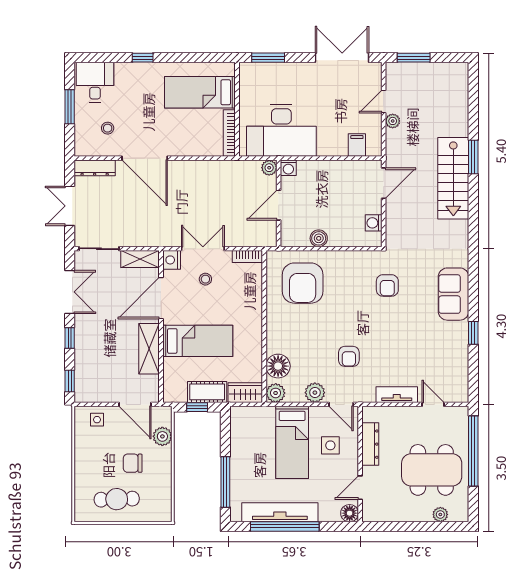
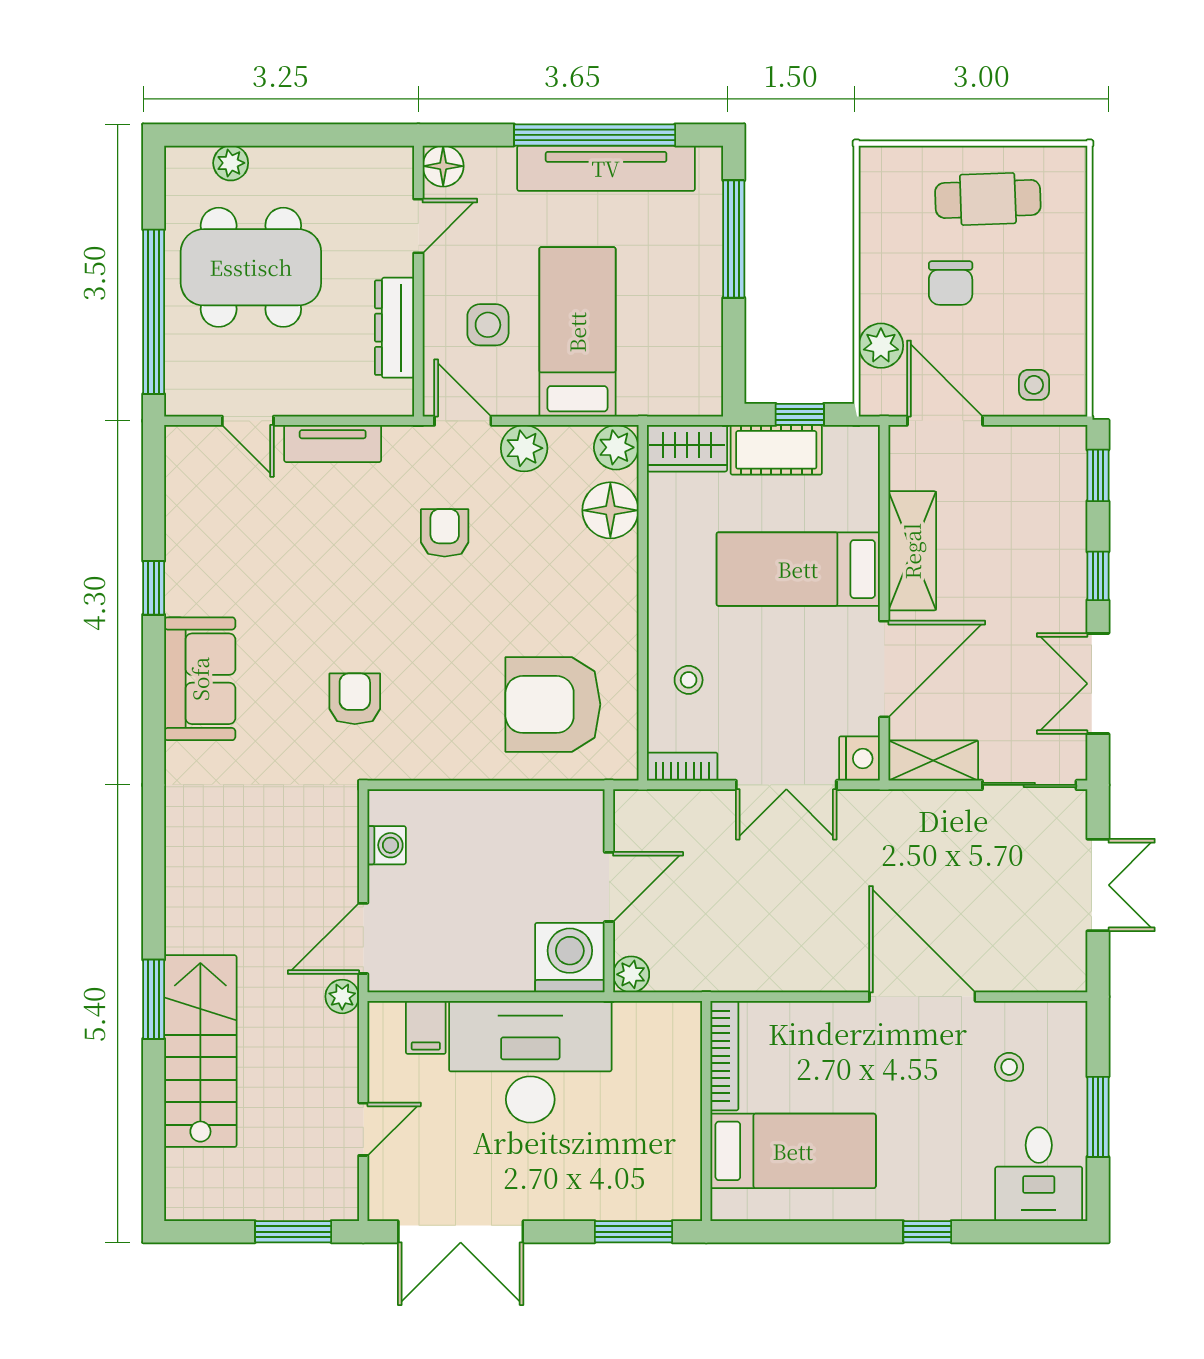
plant: (393, 121) -> (342, 996), moved
desk: (281, 130) -> (530, 1062), moved
dresser: (95, 168) -> (1040, 974), removed
washing machine: (288, 168) -> (570, 958), width x1.89, depth x1.89
stairs: (453, 178) -> (200, 1051), moved
boiler: (319, 238) -> (515, 809), removed
stool: (205, 279) -> (689, 680), moved
armchair: (303, 283) -> (553, 704), turned -90
chair: (133, 463) -> (951, 283), turned 90

